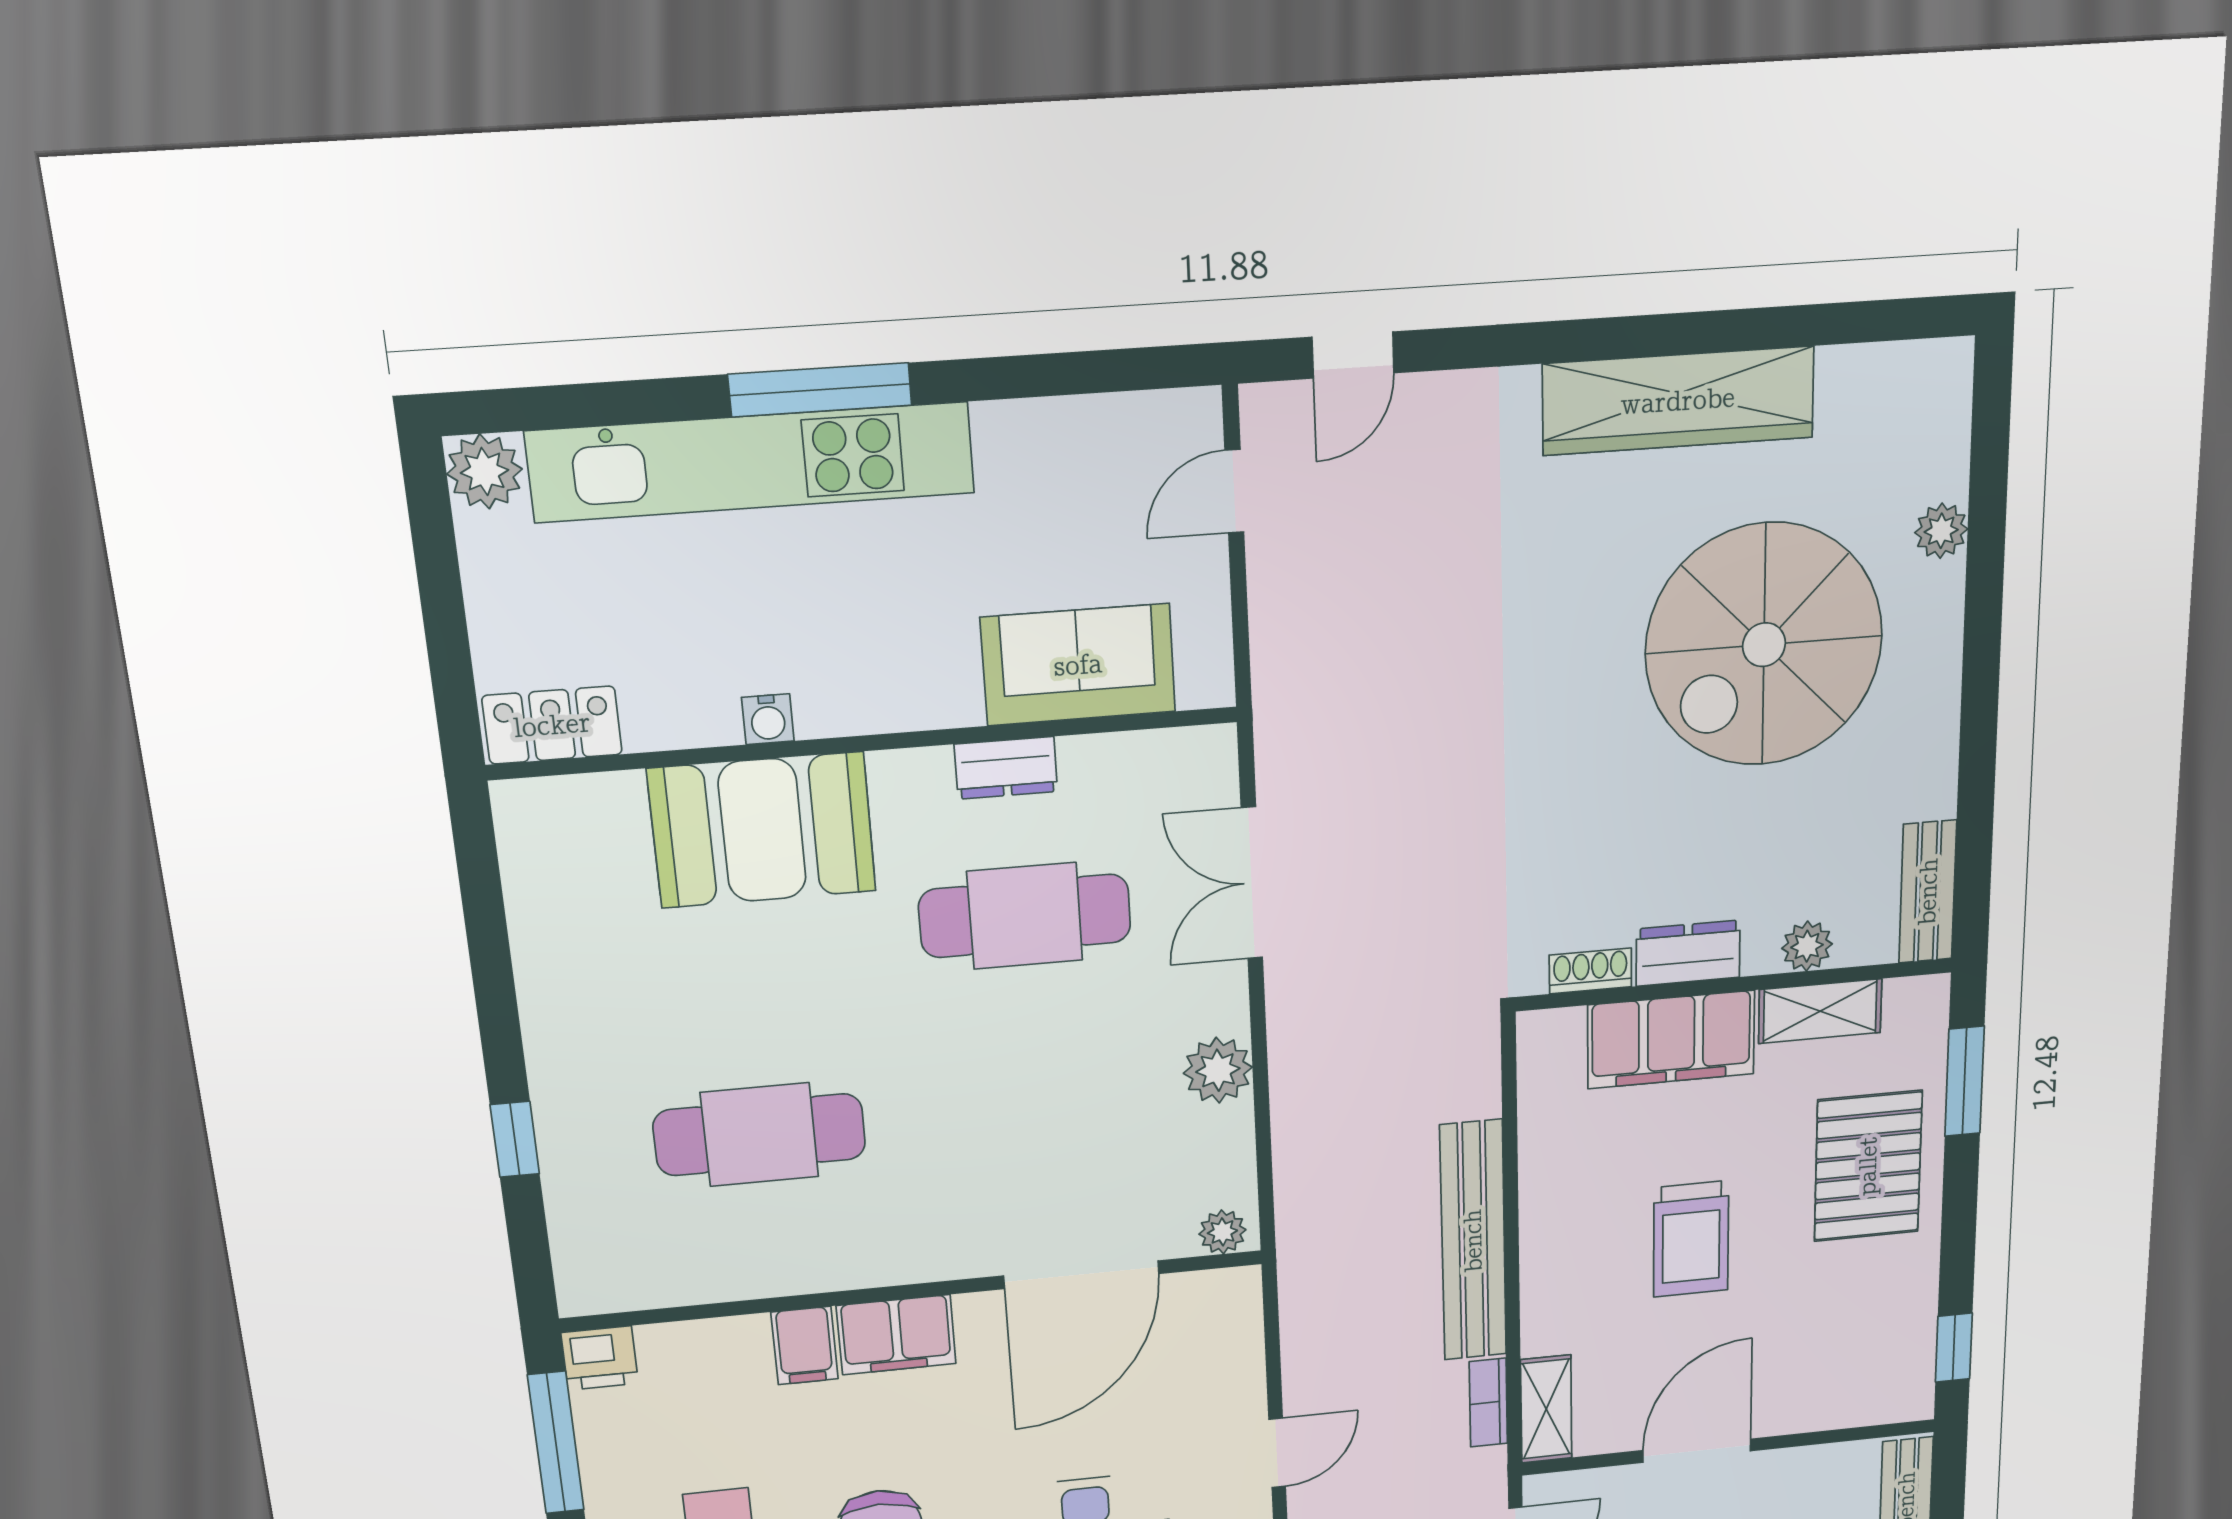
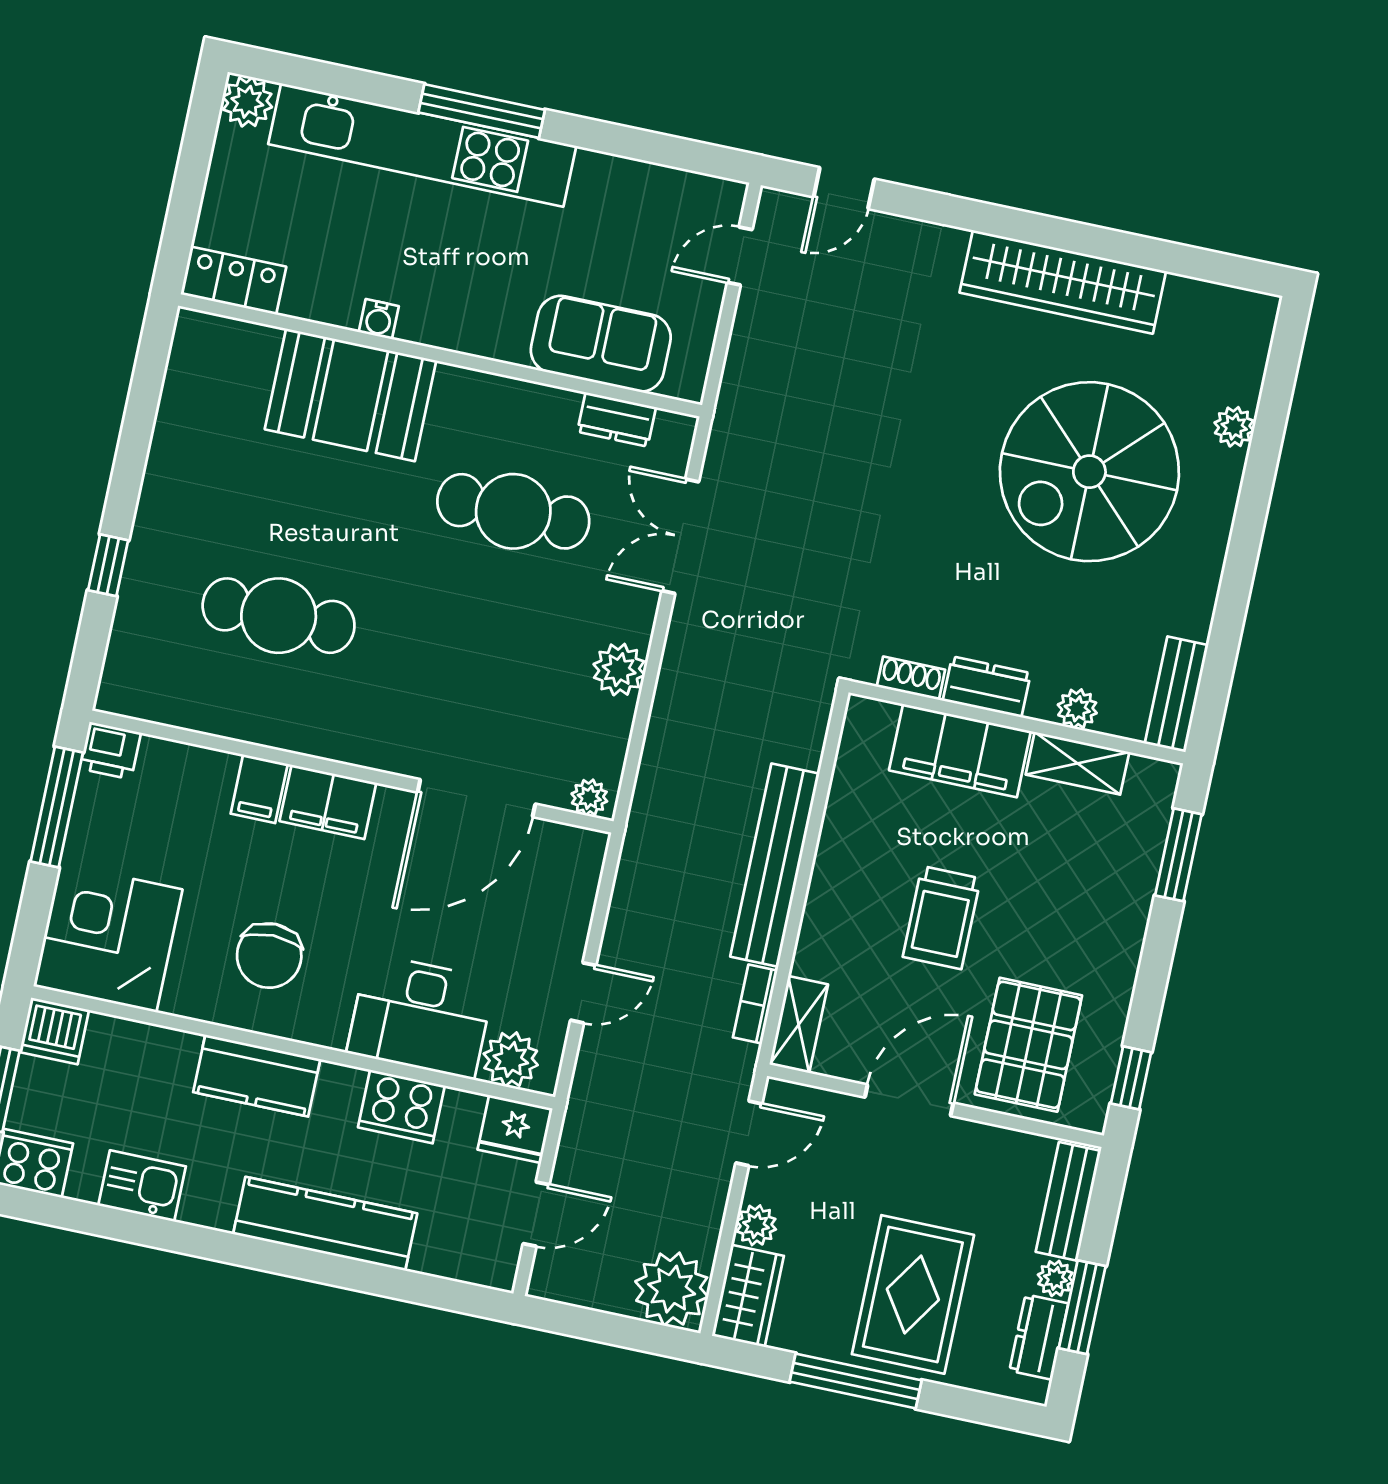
dresser: (1006, 768) -> (617, 419), moved
pallet: (1868, 1166) -> (1028, 1045), moved

